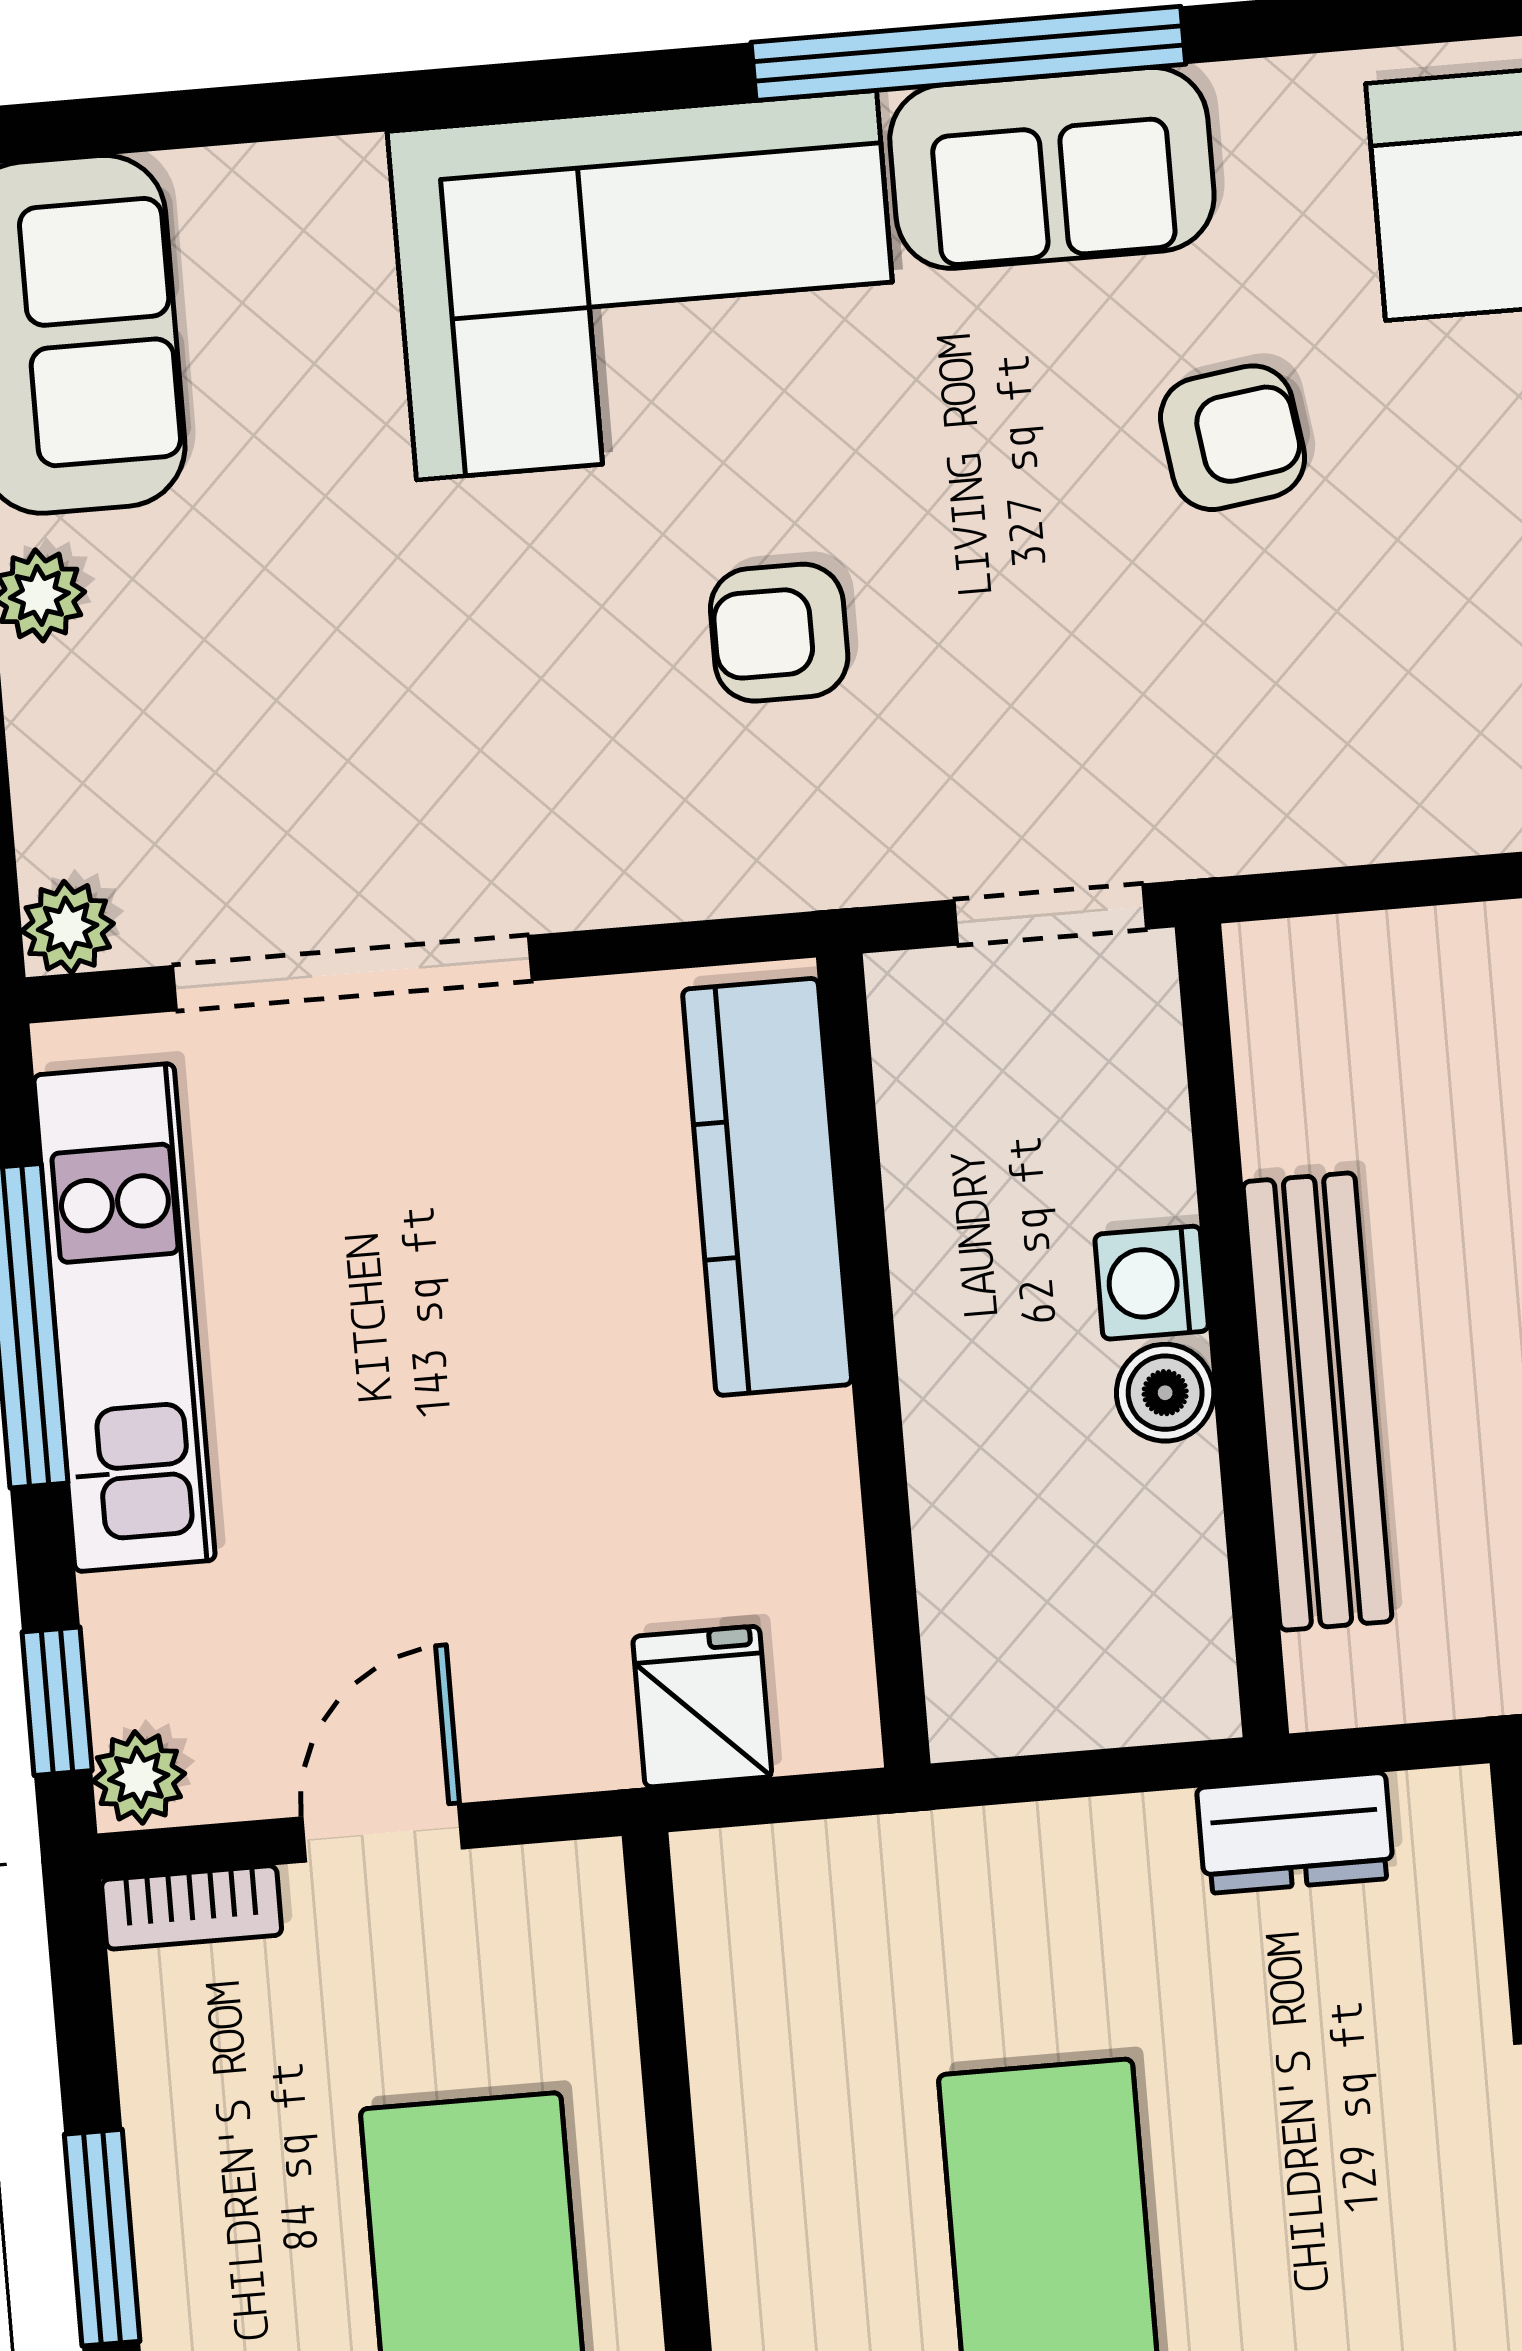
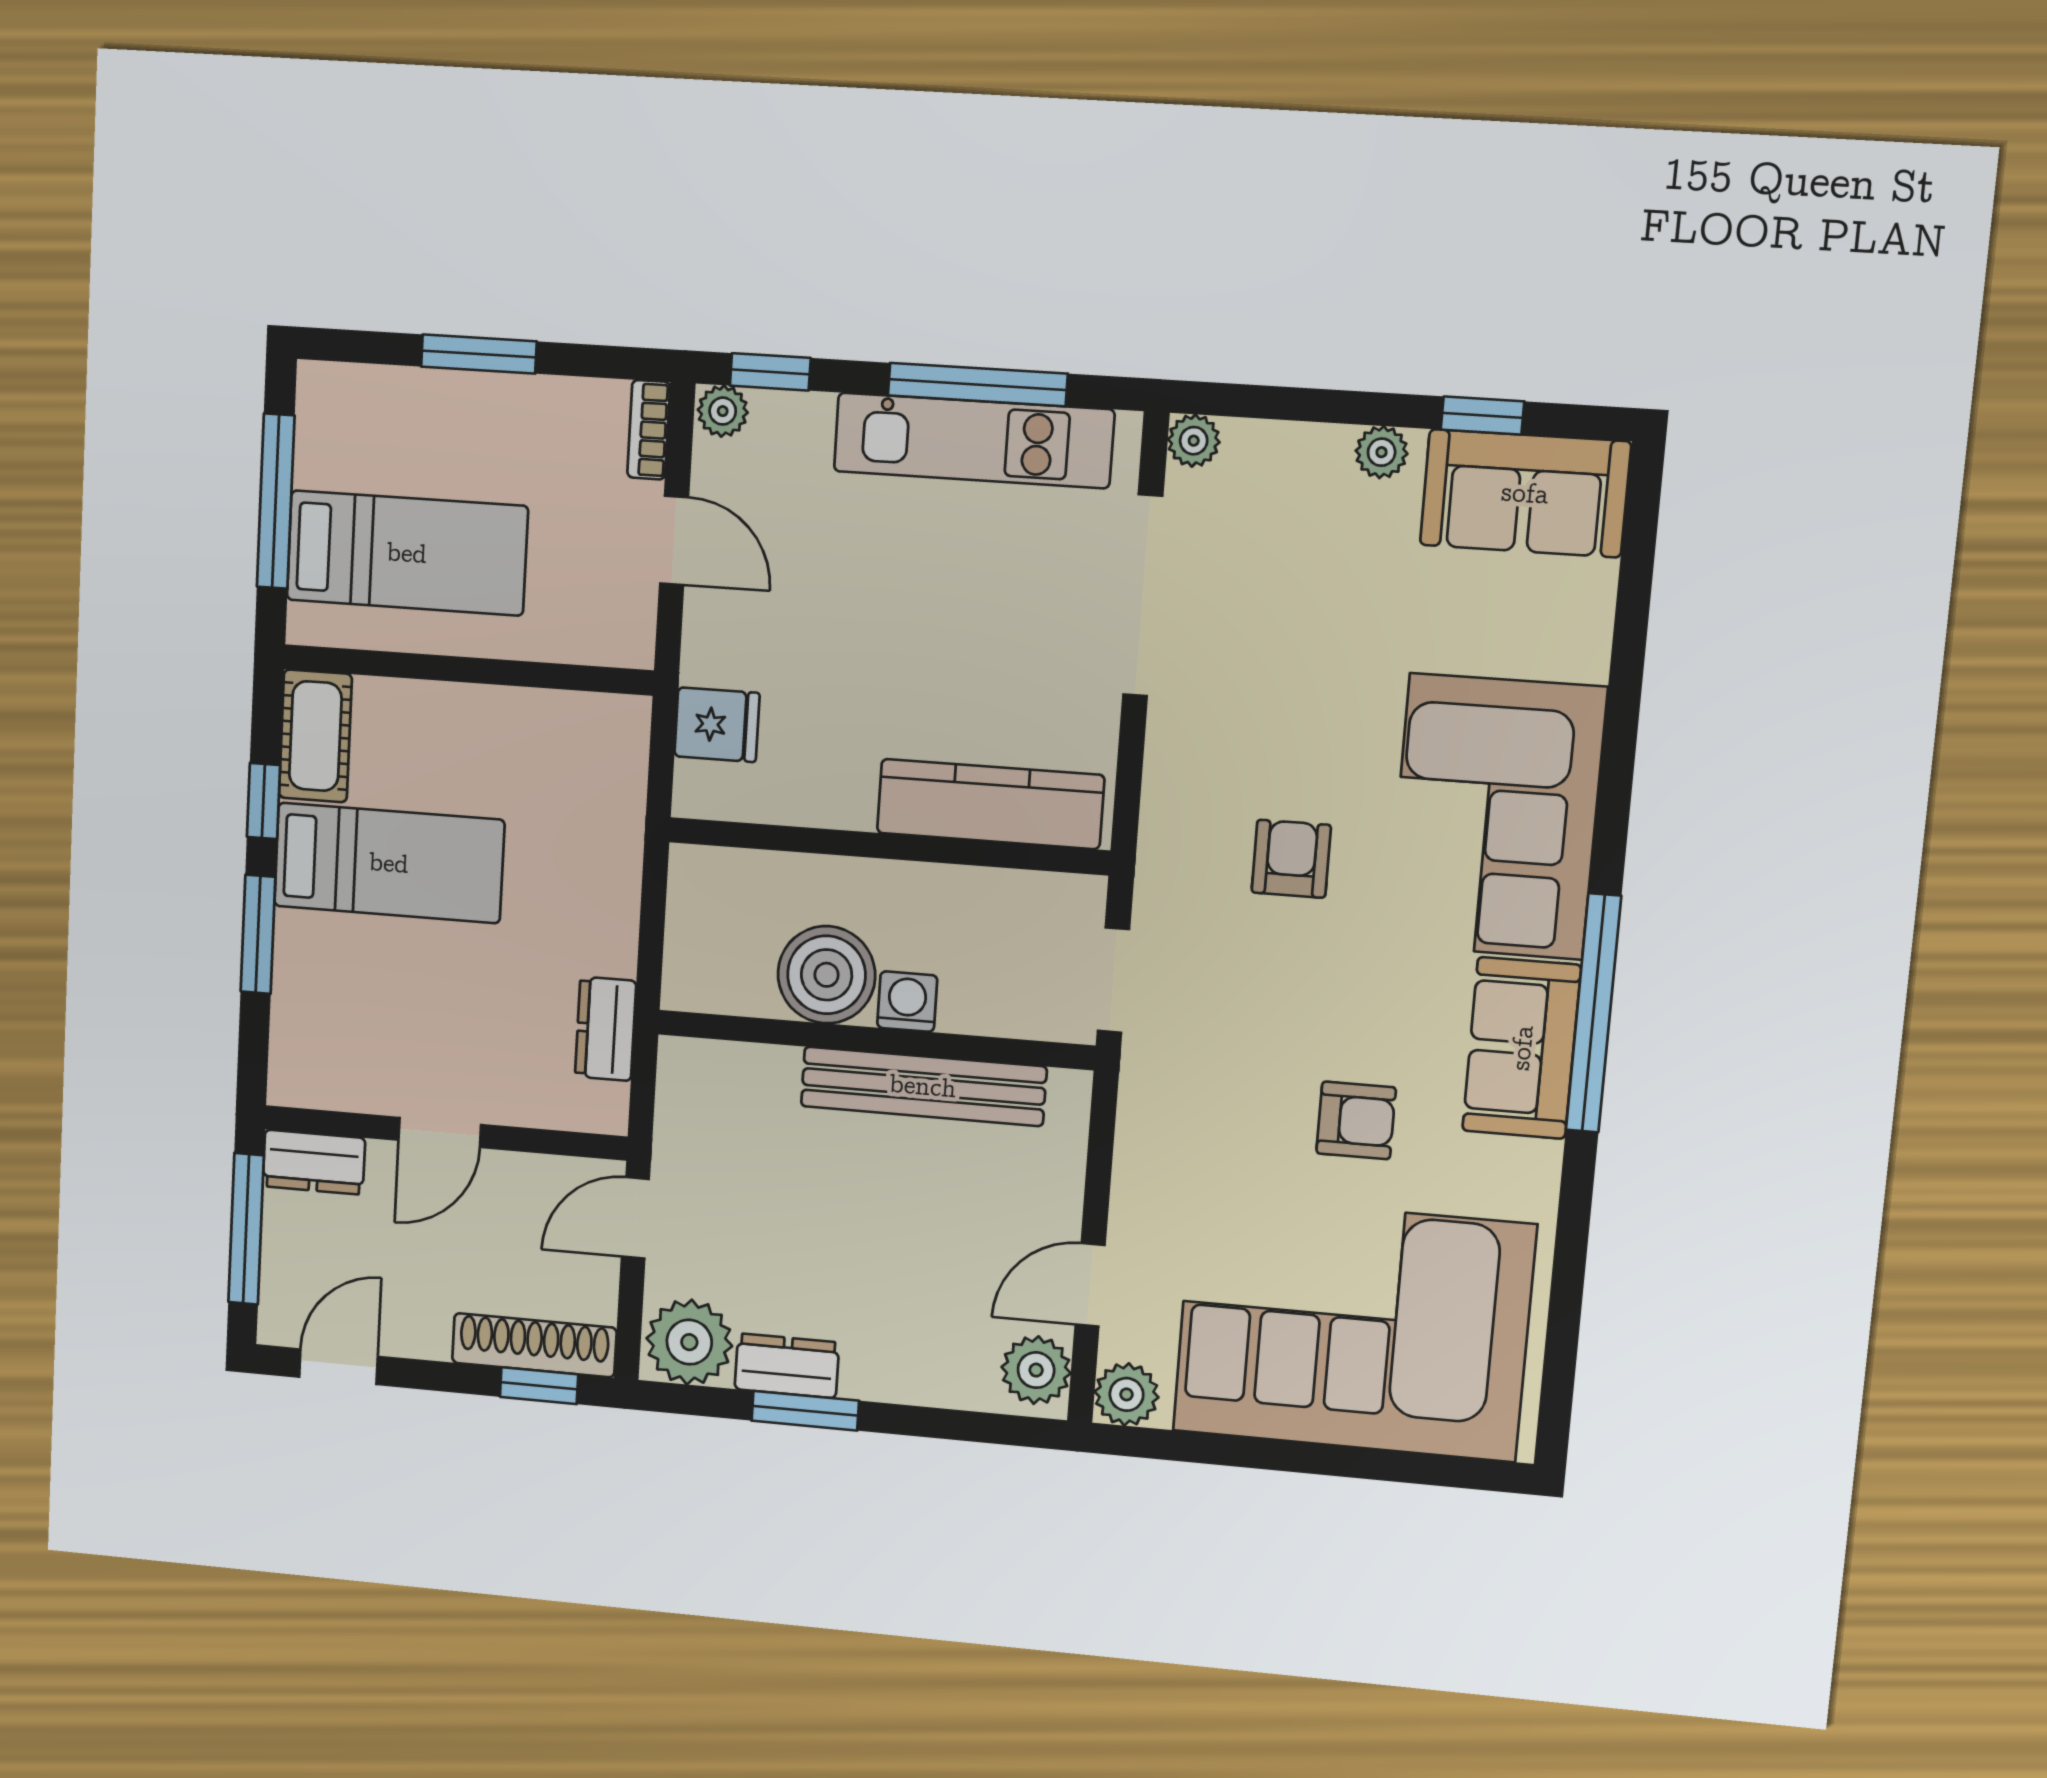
armchair: (1233, 438) -> (1356, 1120), turned -82
boiler: (1165, 1393) -> (827, 975), width x1.86, depth x1.86
bench: (1317, 1402) -> (923, 1086), moved

